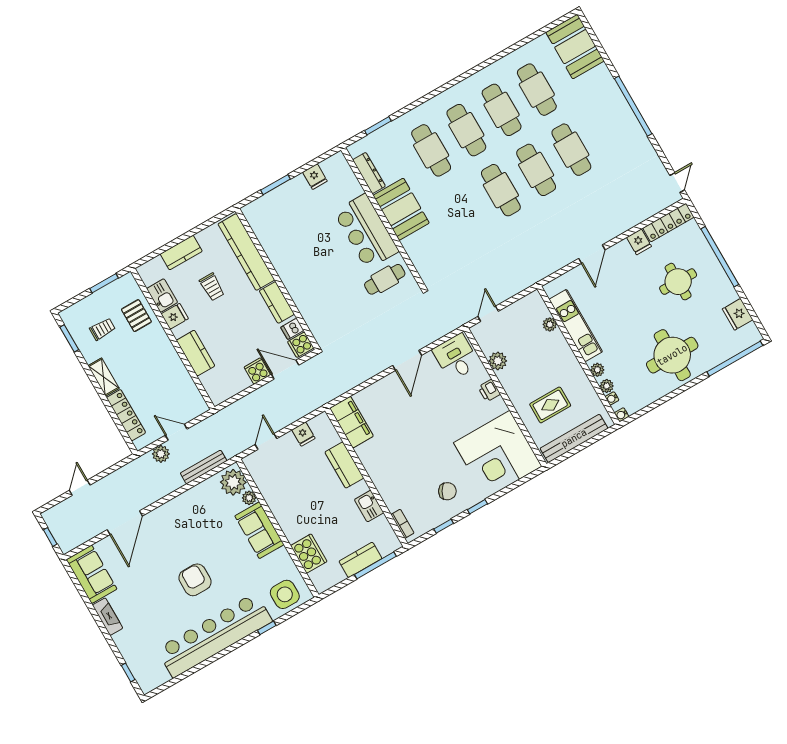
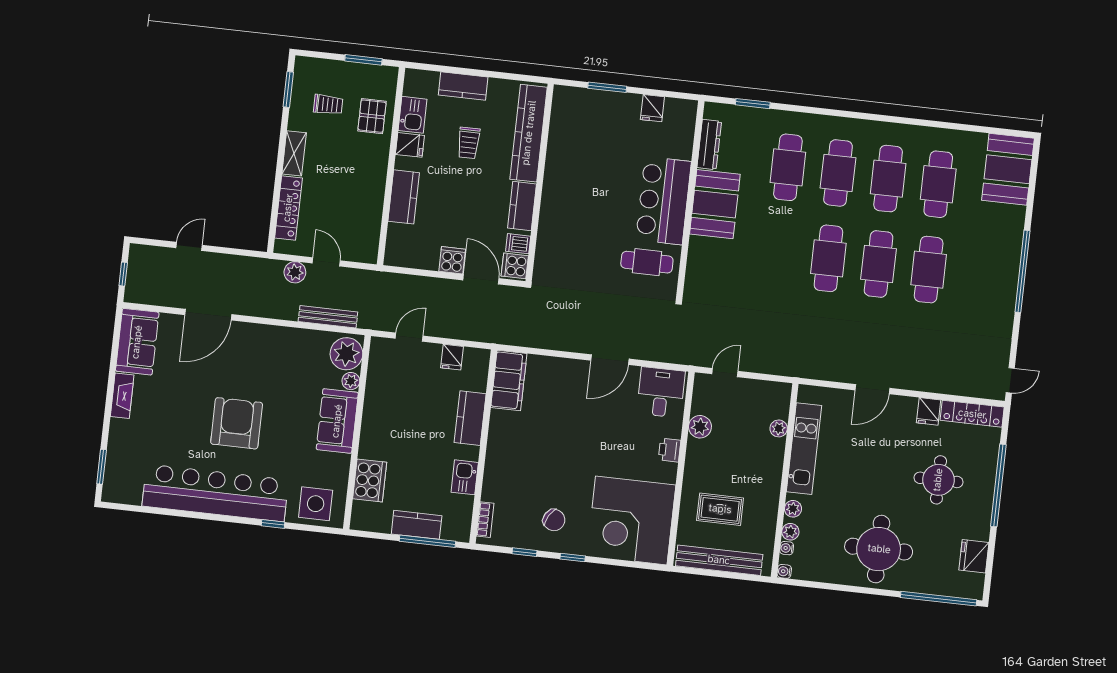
armchair: (195, 580) -> (237, 423), width x1.36, depth x1.36
window: (128, 673) -> (102, 467), width x1.50

